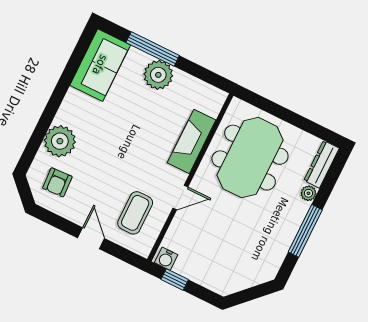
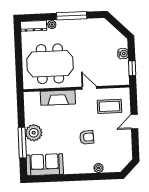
plant: (60, 141) -> (99, 168), width x0.53, depth x0.53
armchair: (57, 182) -> (87, 137), moved
water cooler: (166, 259) -> (123, 54), moved

